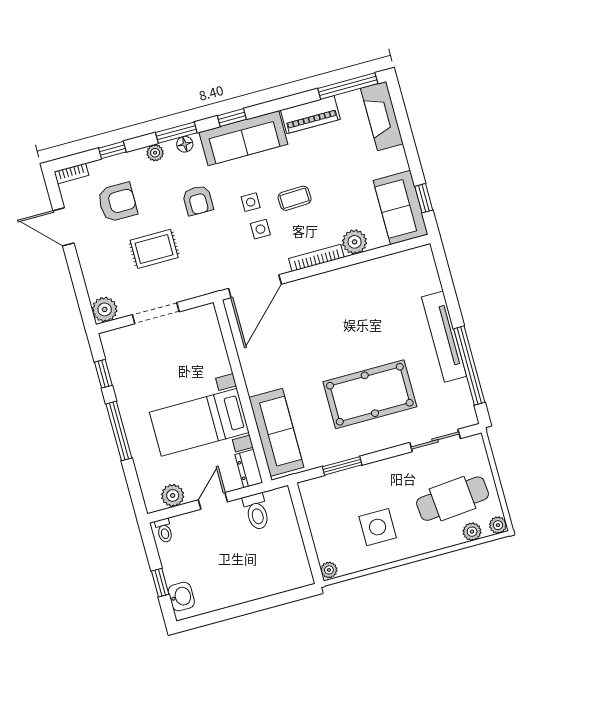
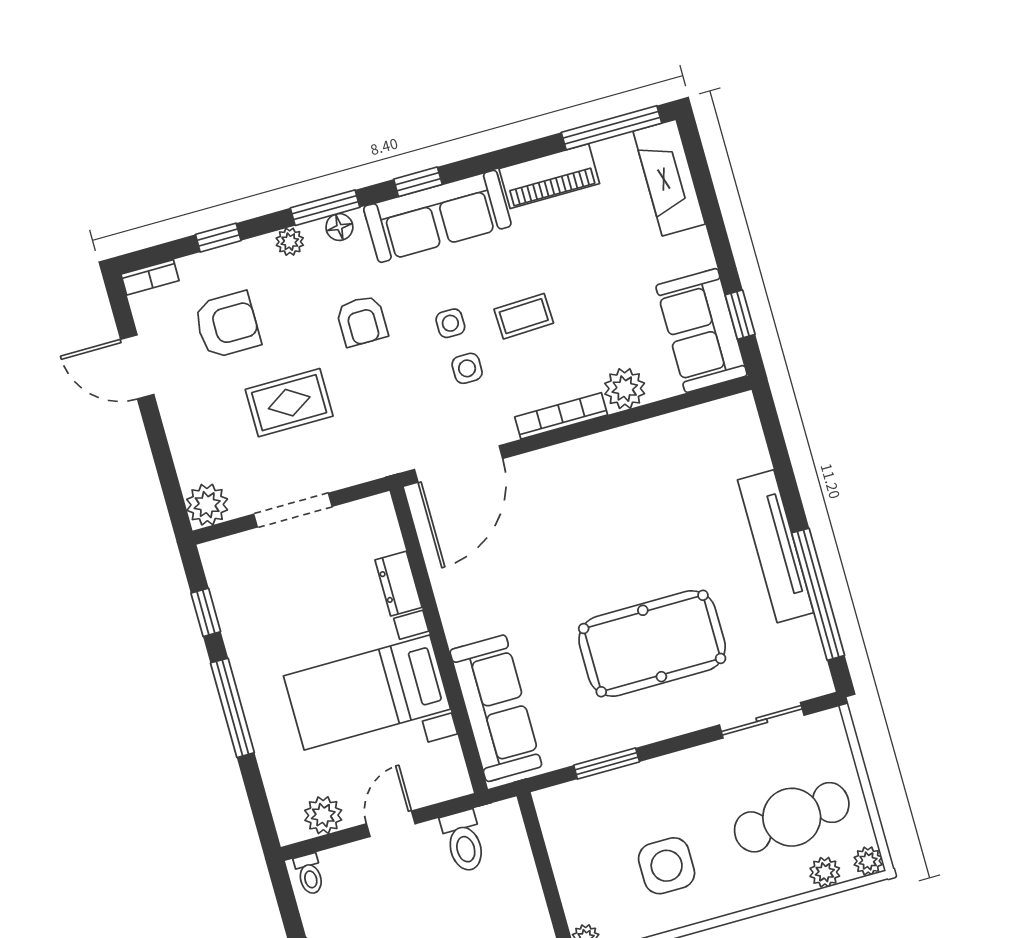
dresser: (249, 469) -> (399, 584), moved

